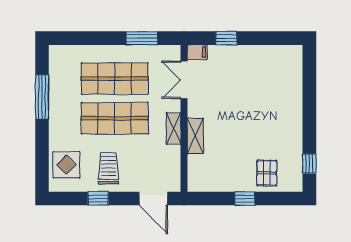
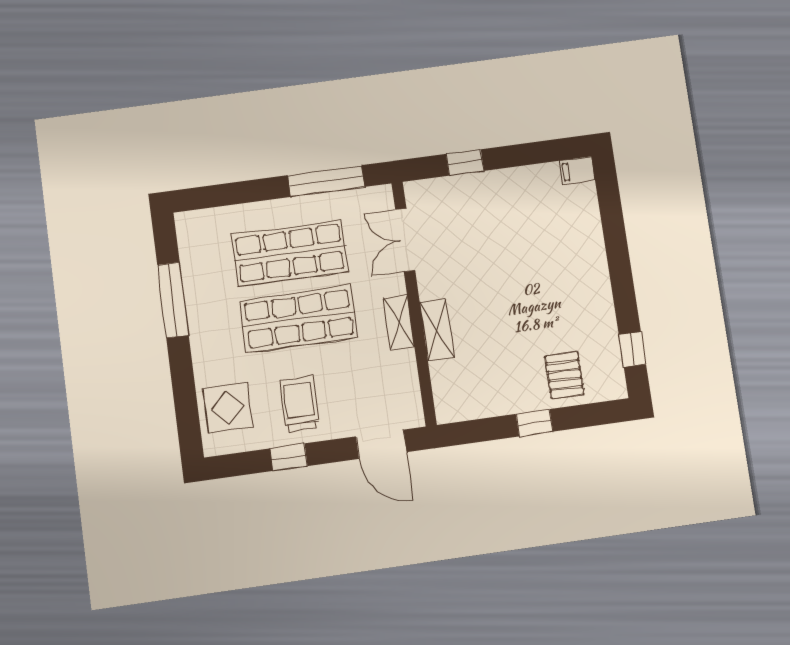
window: (142, 38) -> (326, 181), width x1.44
filing cabinet: (197, 52) -> (577, 171), moved, turned 180

